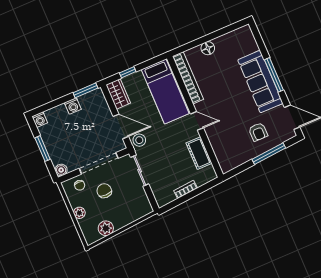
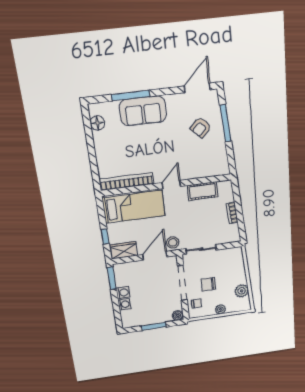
floor lamp: (208, 48) -> (97, 123), moved
window: (274, 75) -> (131, 96), moved
sofa: (260, 82) -> (143, 111), width x0.73
washing machine: (40, 120) -> (124, 304), moved
armchair: (258, 132) -> (201, 128), turned 134

